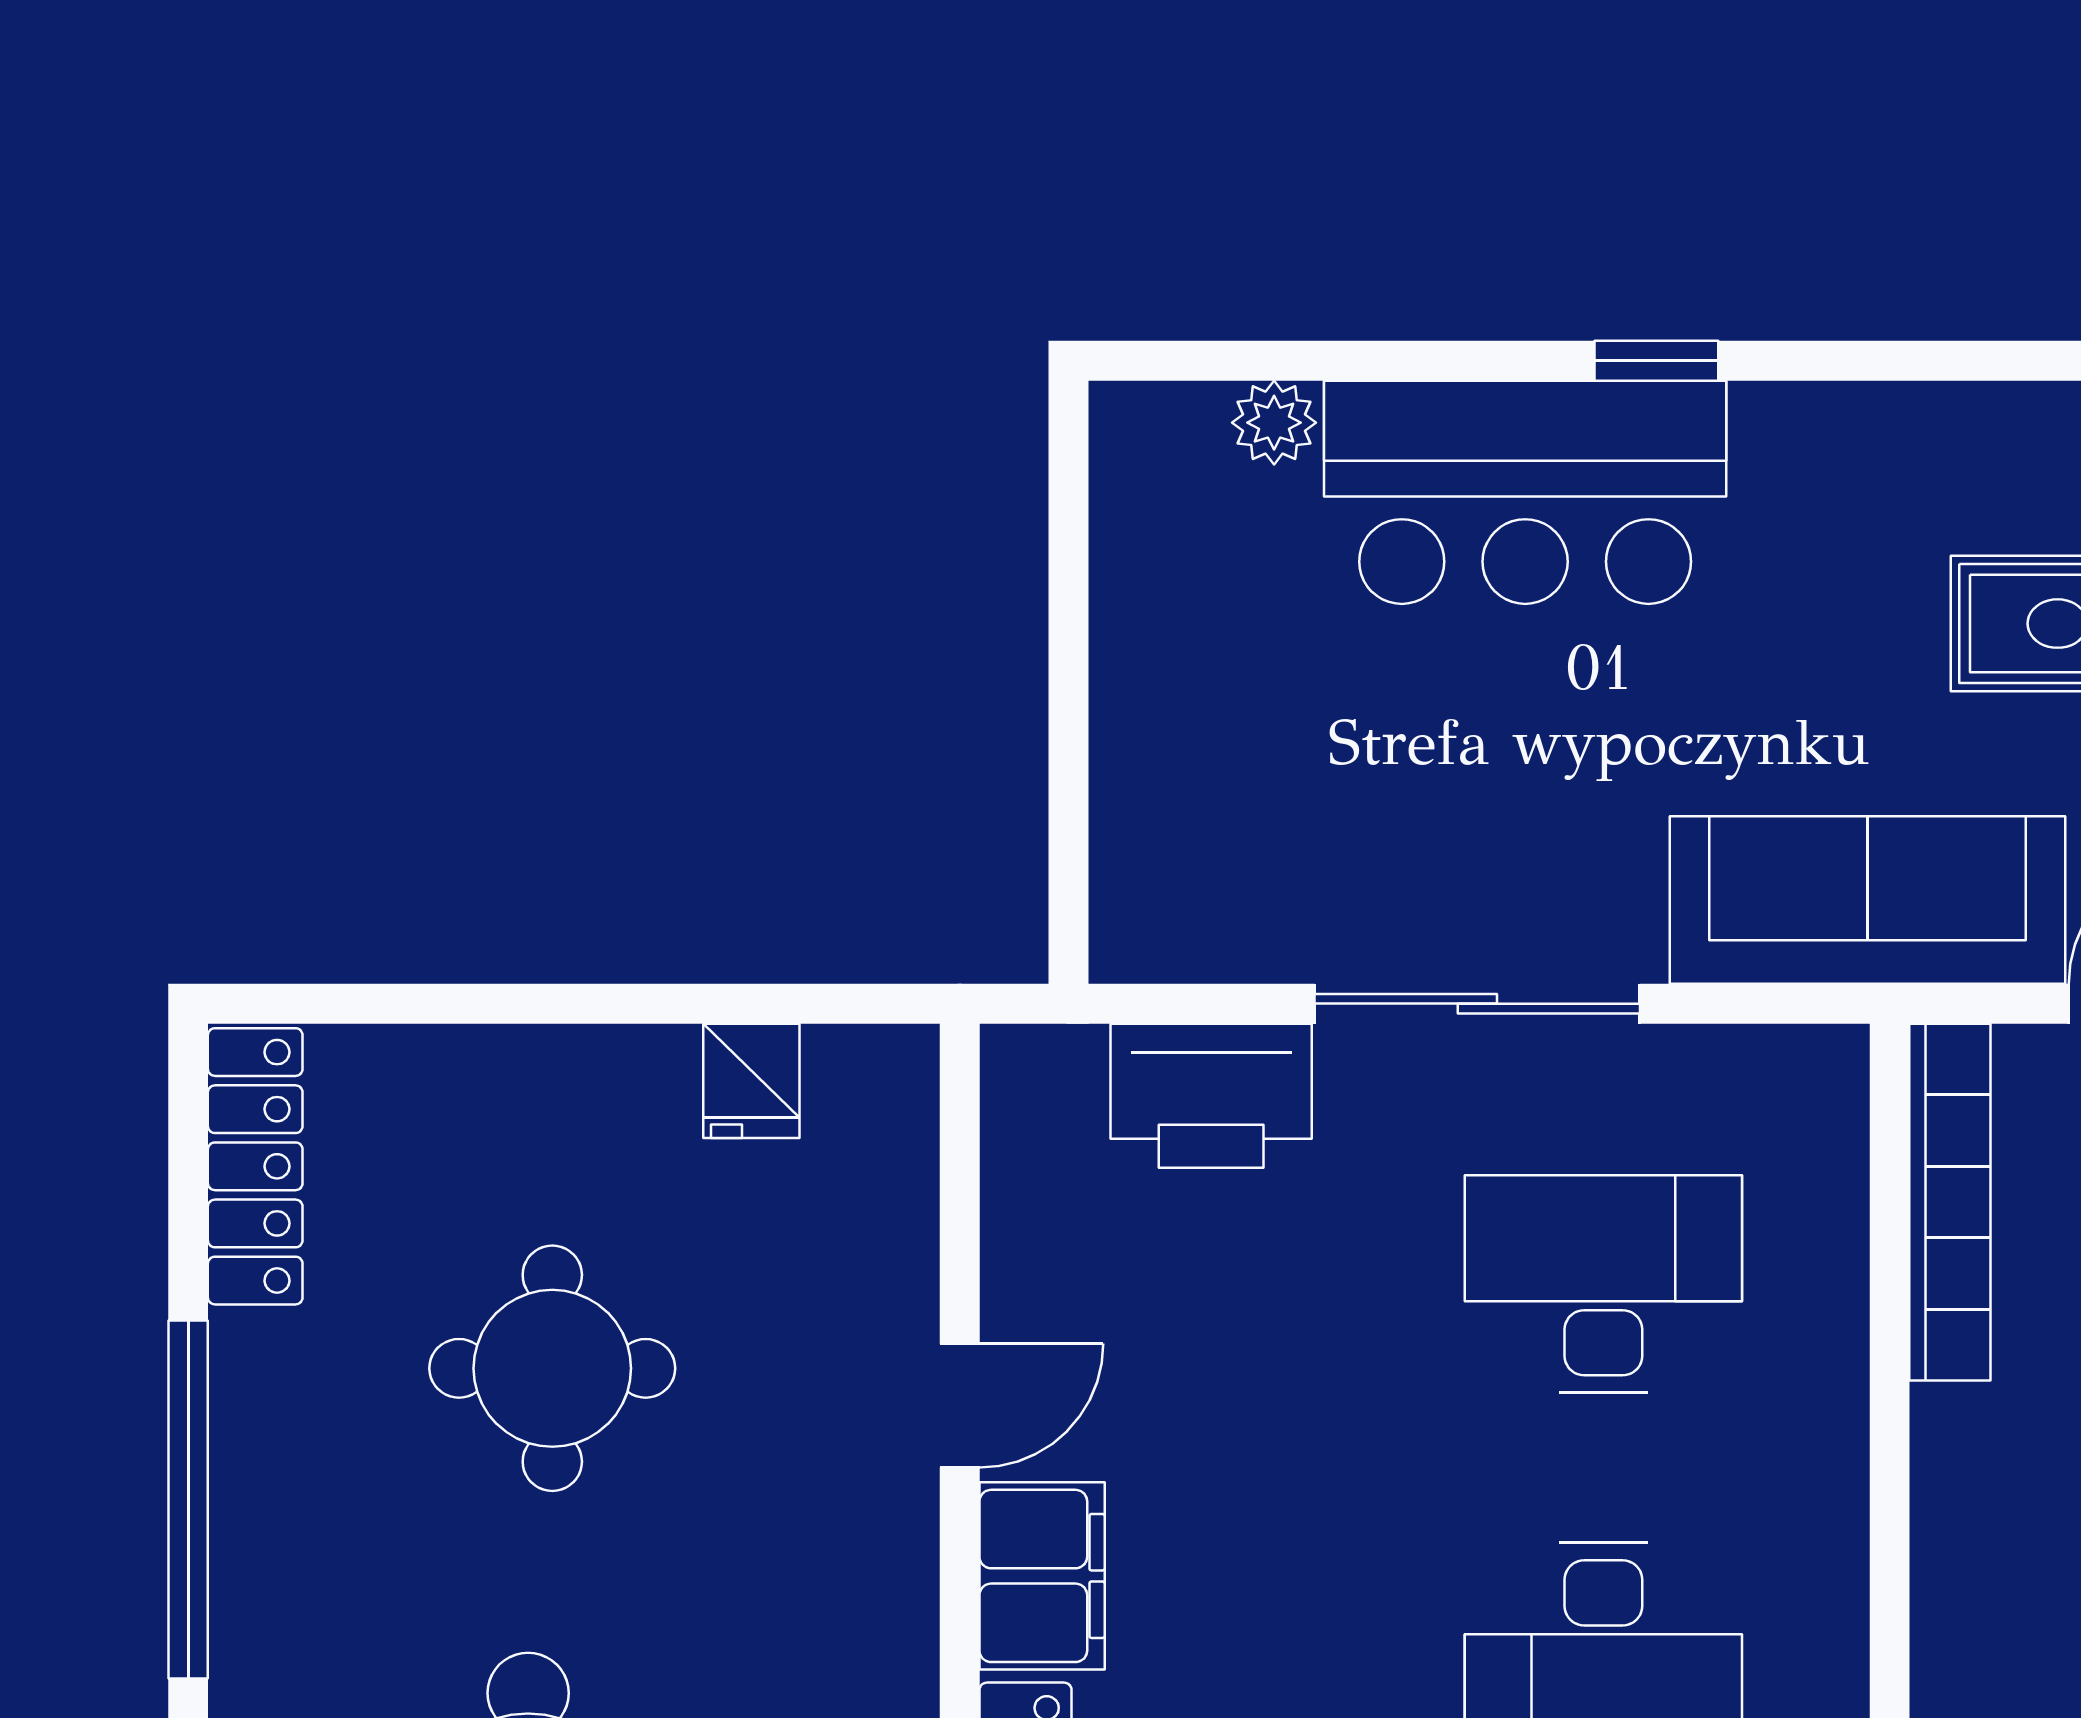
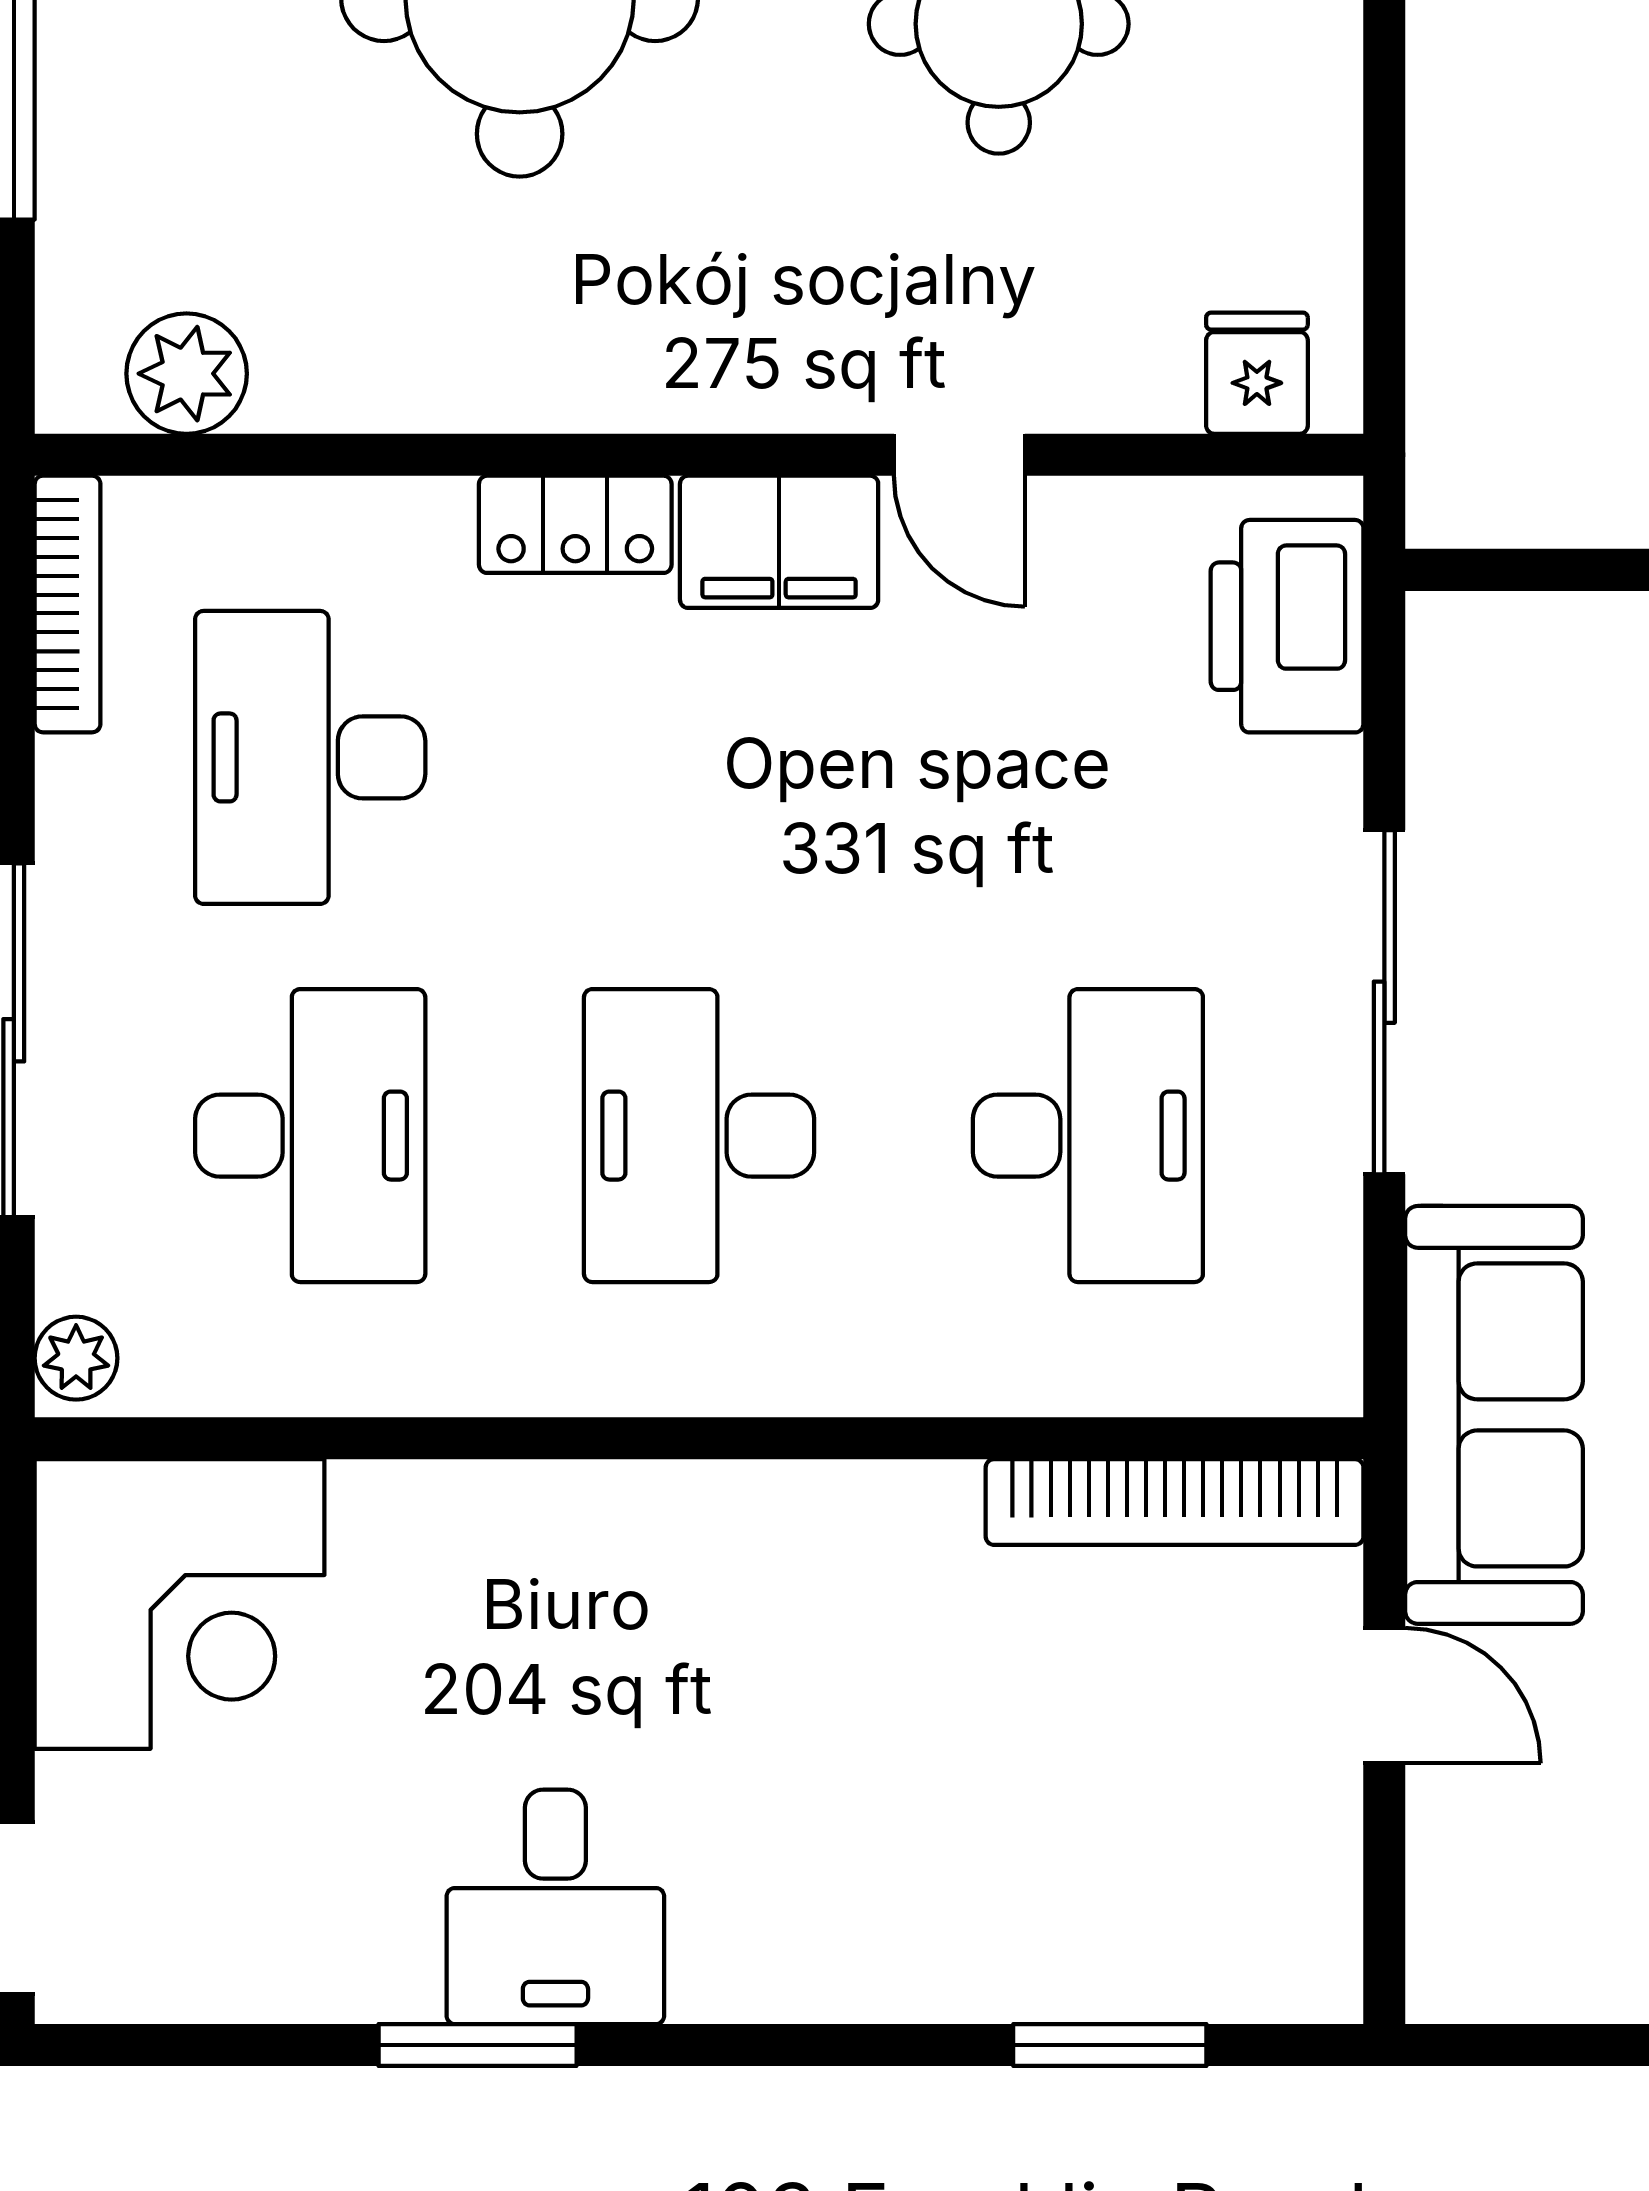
fridge: (751, 1081) -> (1257, 373), moved, turned 90
printer: (1211, 1096) -> (1287, 626), moved

